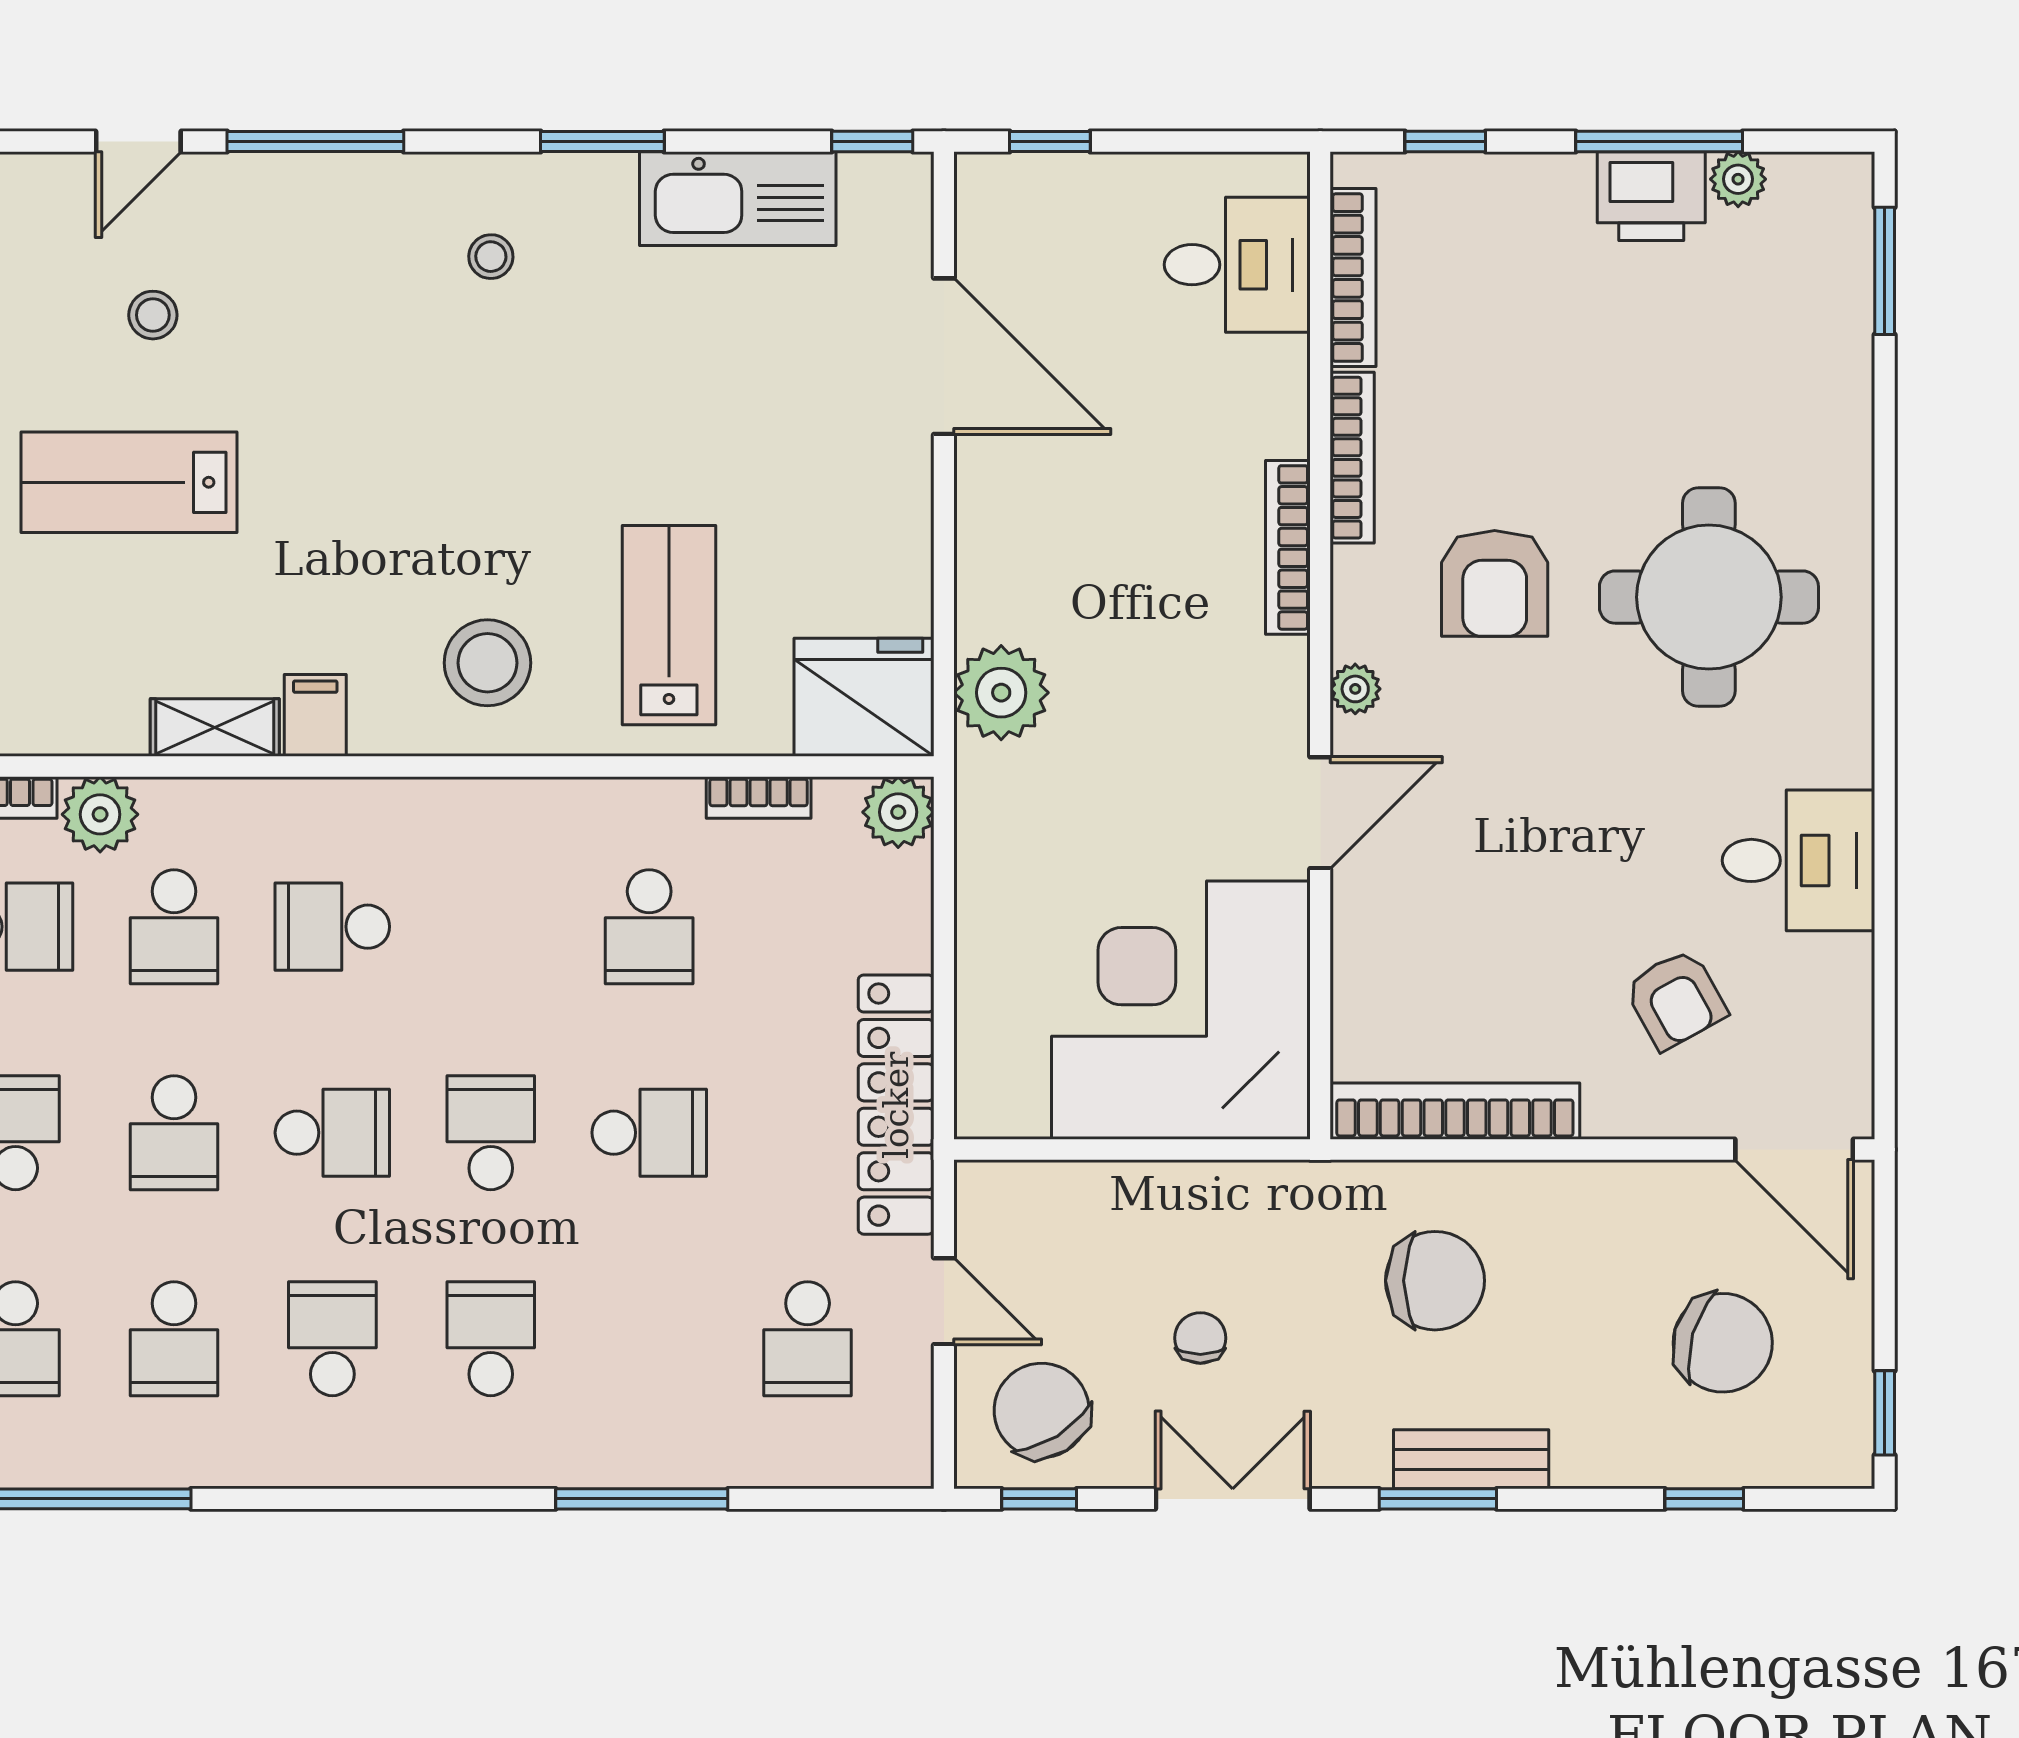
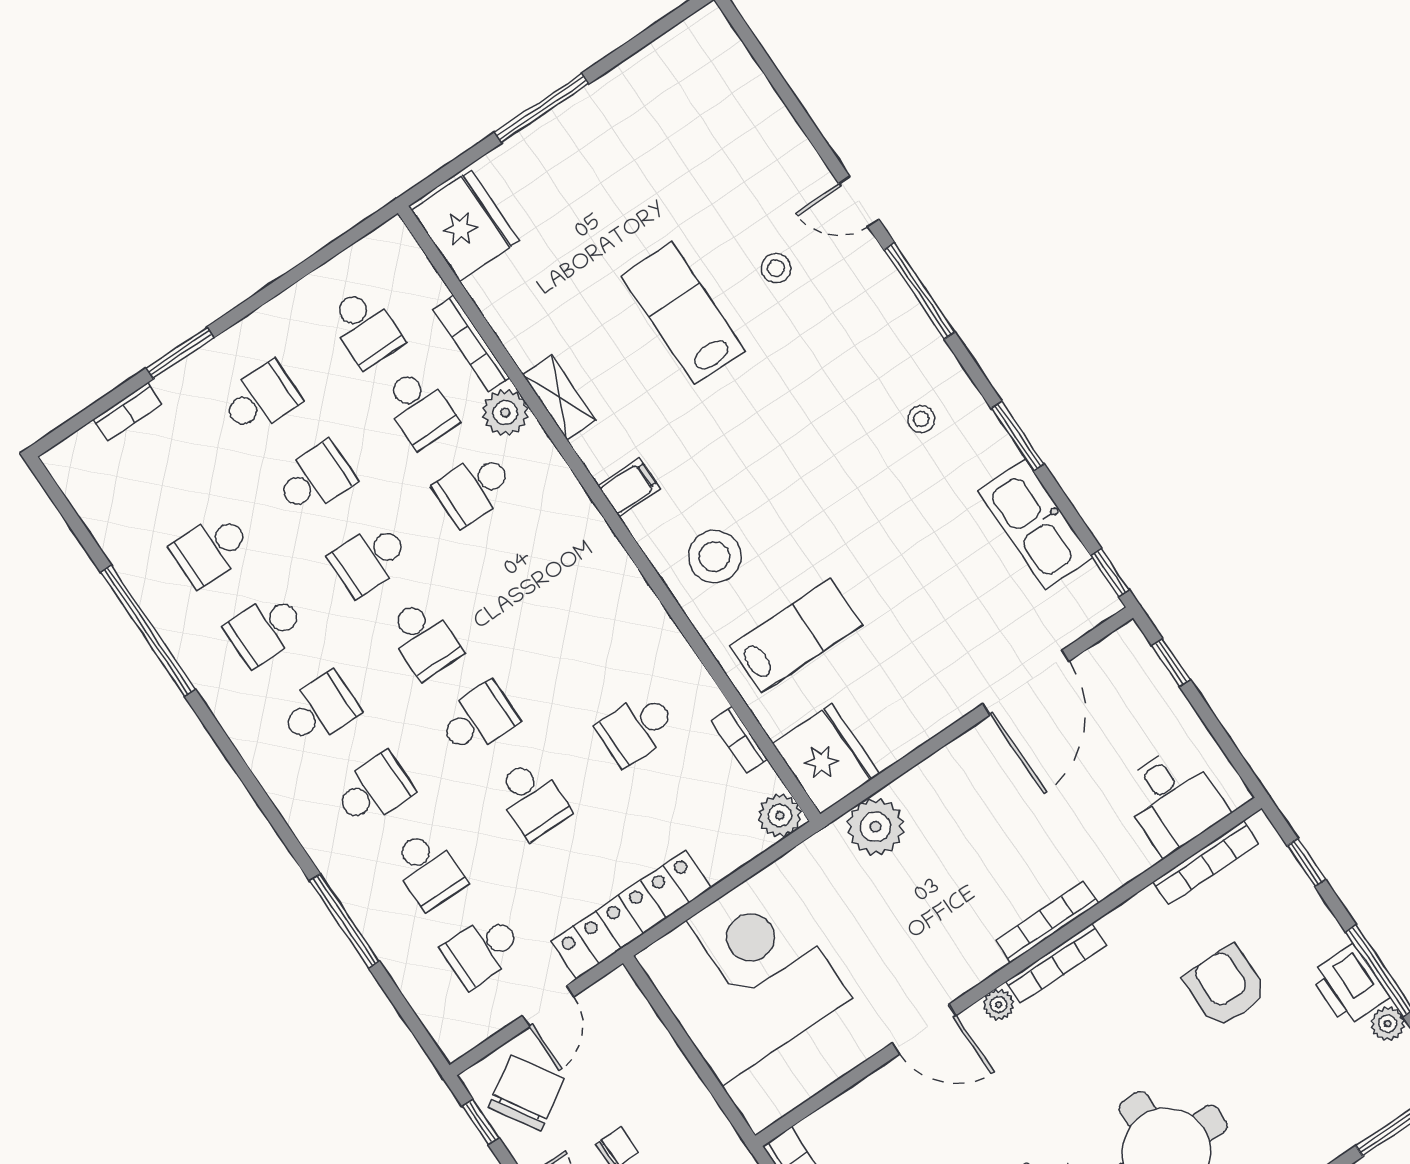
bookcase: (1352, 458) -> (1056, 963), moved
armchair: (1495, 583) -> (1226, 986), moved, turned 90
shelving: (215, 727) -> (559, 398), moved
school desk: (332, 927) -> (428, 870), moved, turned 180
corner desk: (1181, 1010) -> (743, 977), moved

